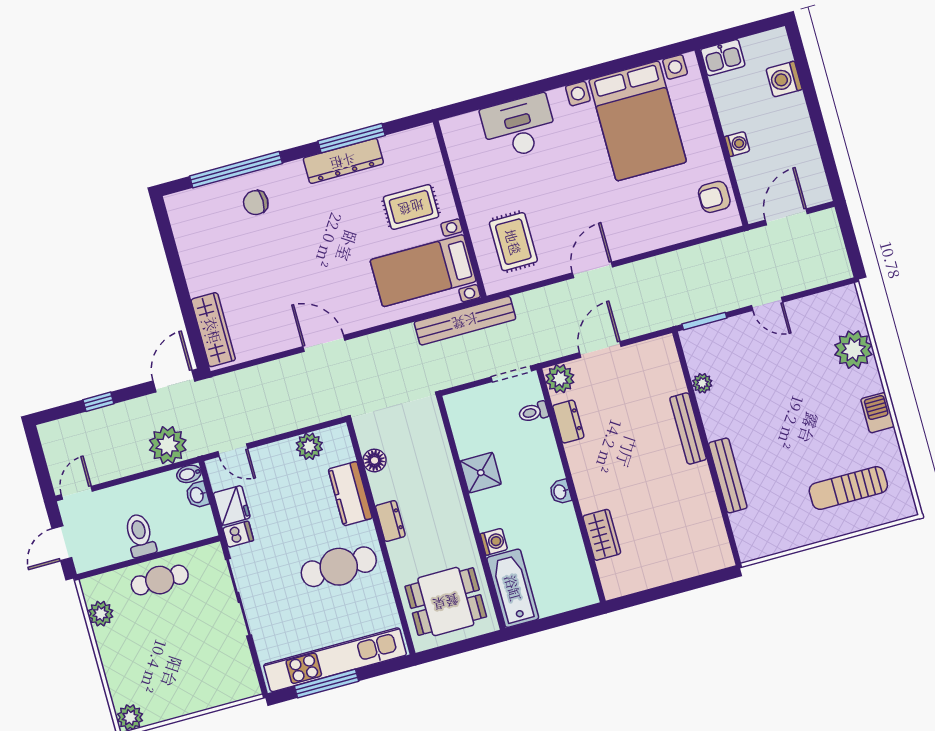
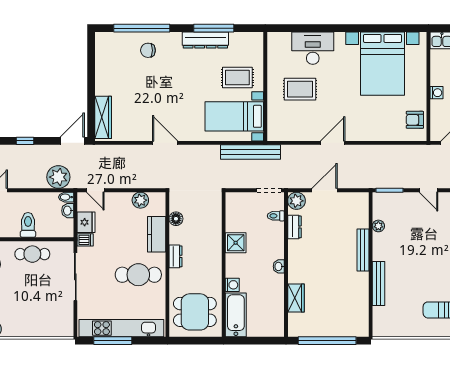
rug: (513, 242) -> (300, 89), moved, turned 90
window: (670, 589) -> (327, 341), added

